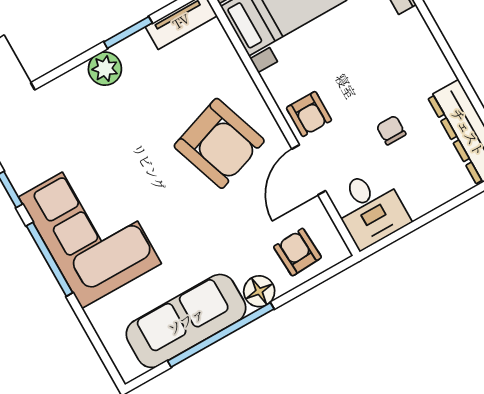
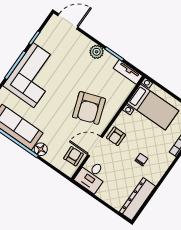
chair: (391, 130) -> (141, 160), moved
armchair: (297, 252) -> (74, 156), moved

